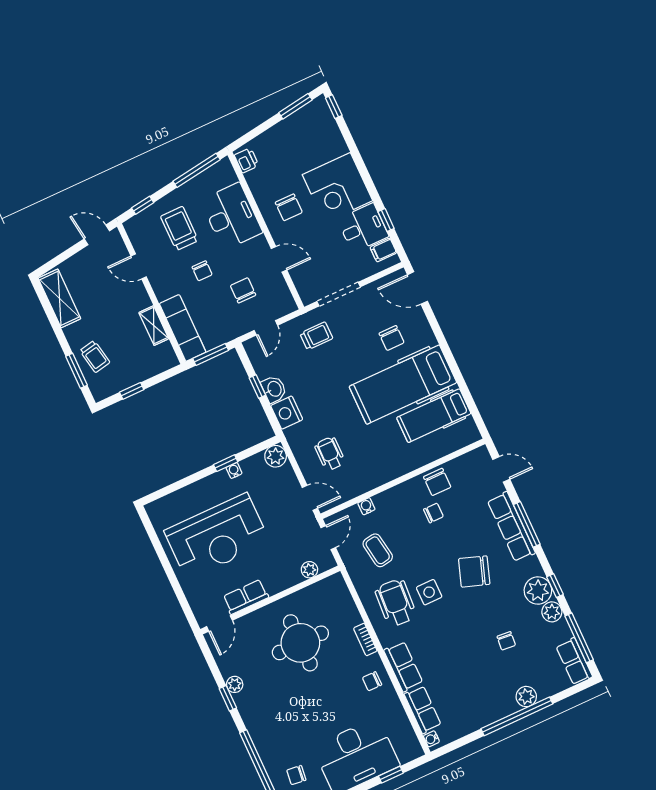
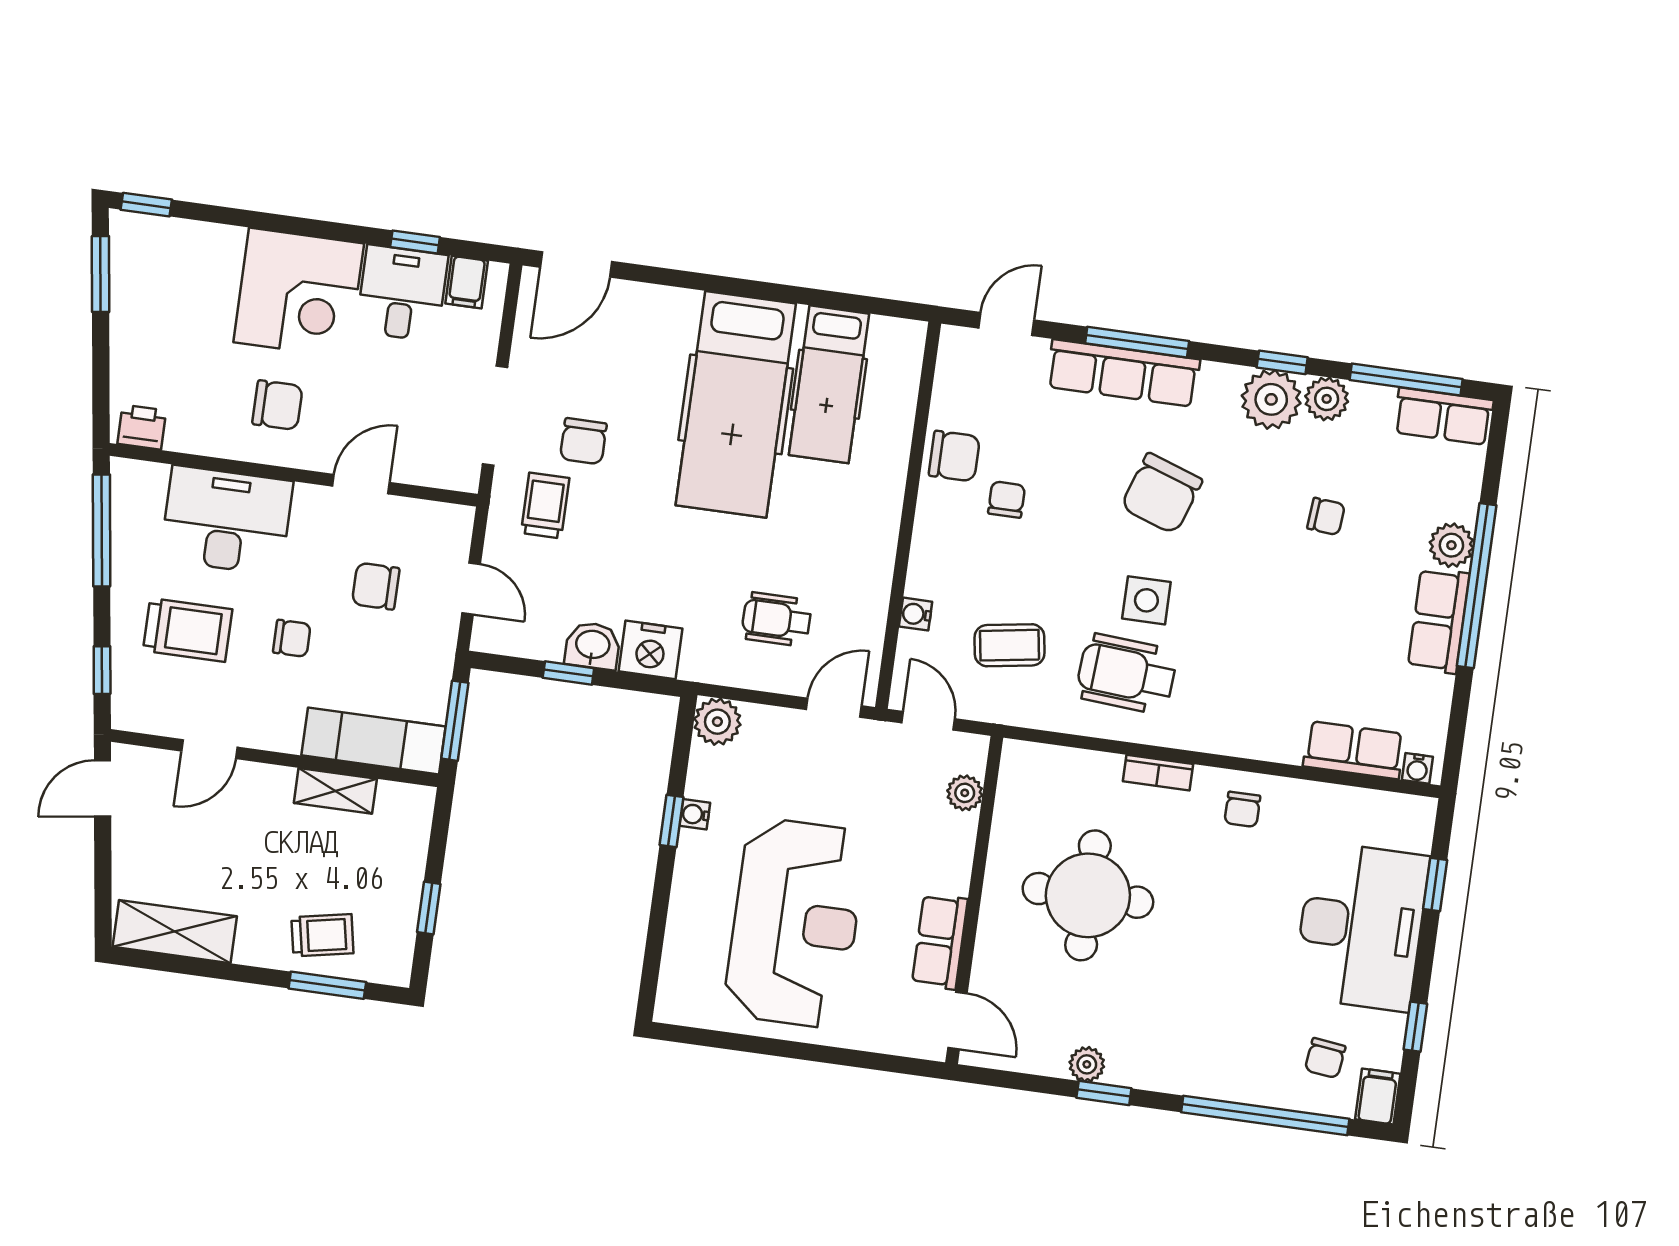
trolley: (179, 228) -> (188, 630), turned 180
chair: (392, 338) -> (583, 441), moved, turned 90
row of seats: (403, 667) -> (1439, 621), moved, turned -90

